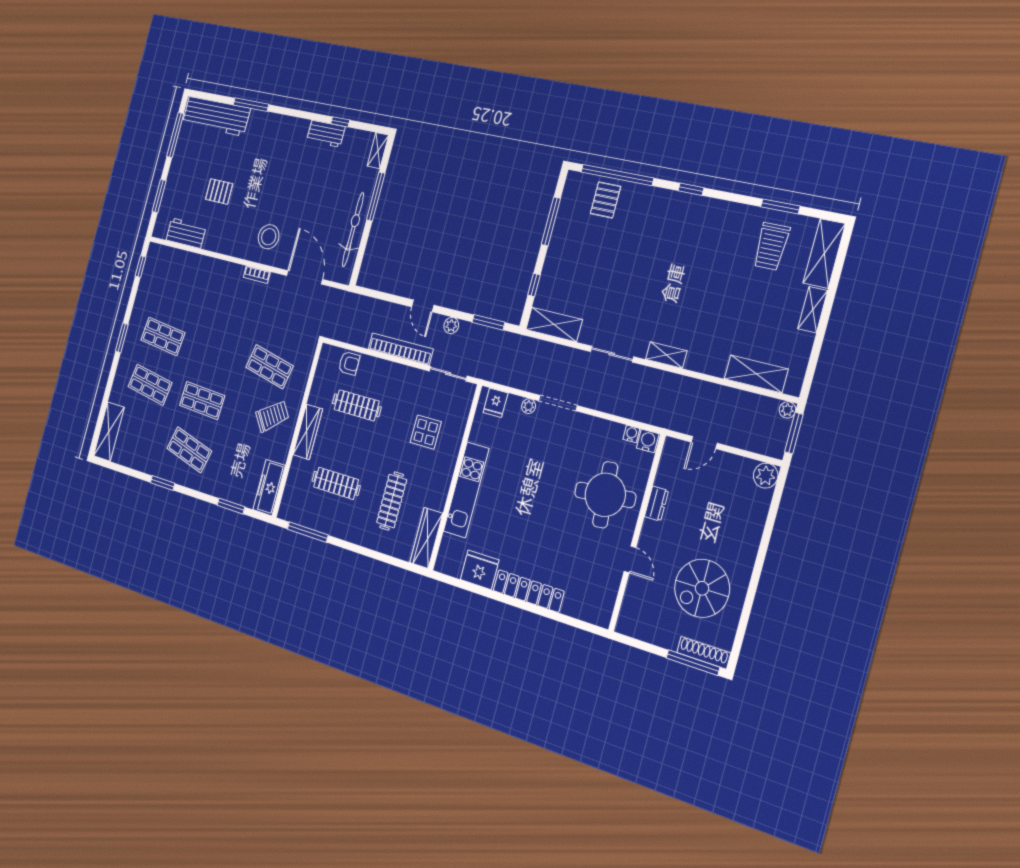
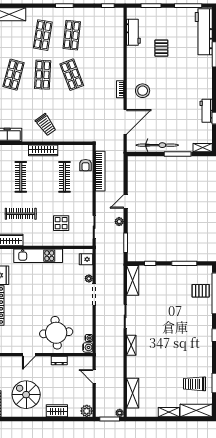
bookcase: (401, 349) -> (100, 171), moved
shop shelf: (269, 367) -> (72, 75), moved, turned -33
wardrobe: (749, 536) -> (57, 411), added

